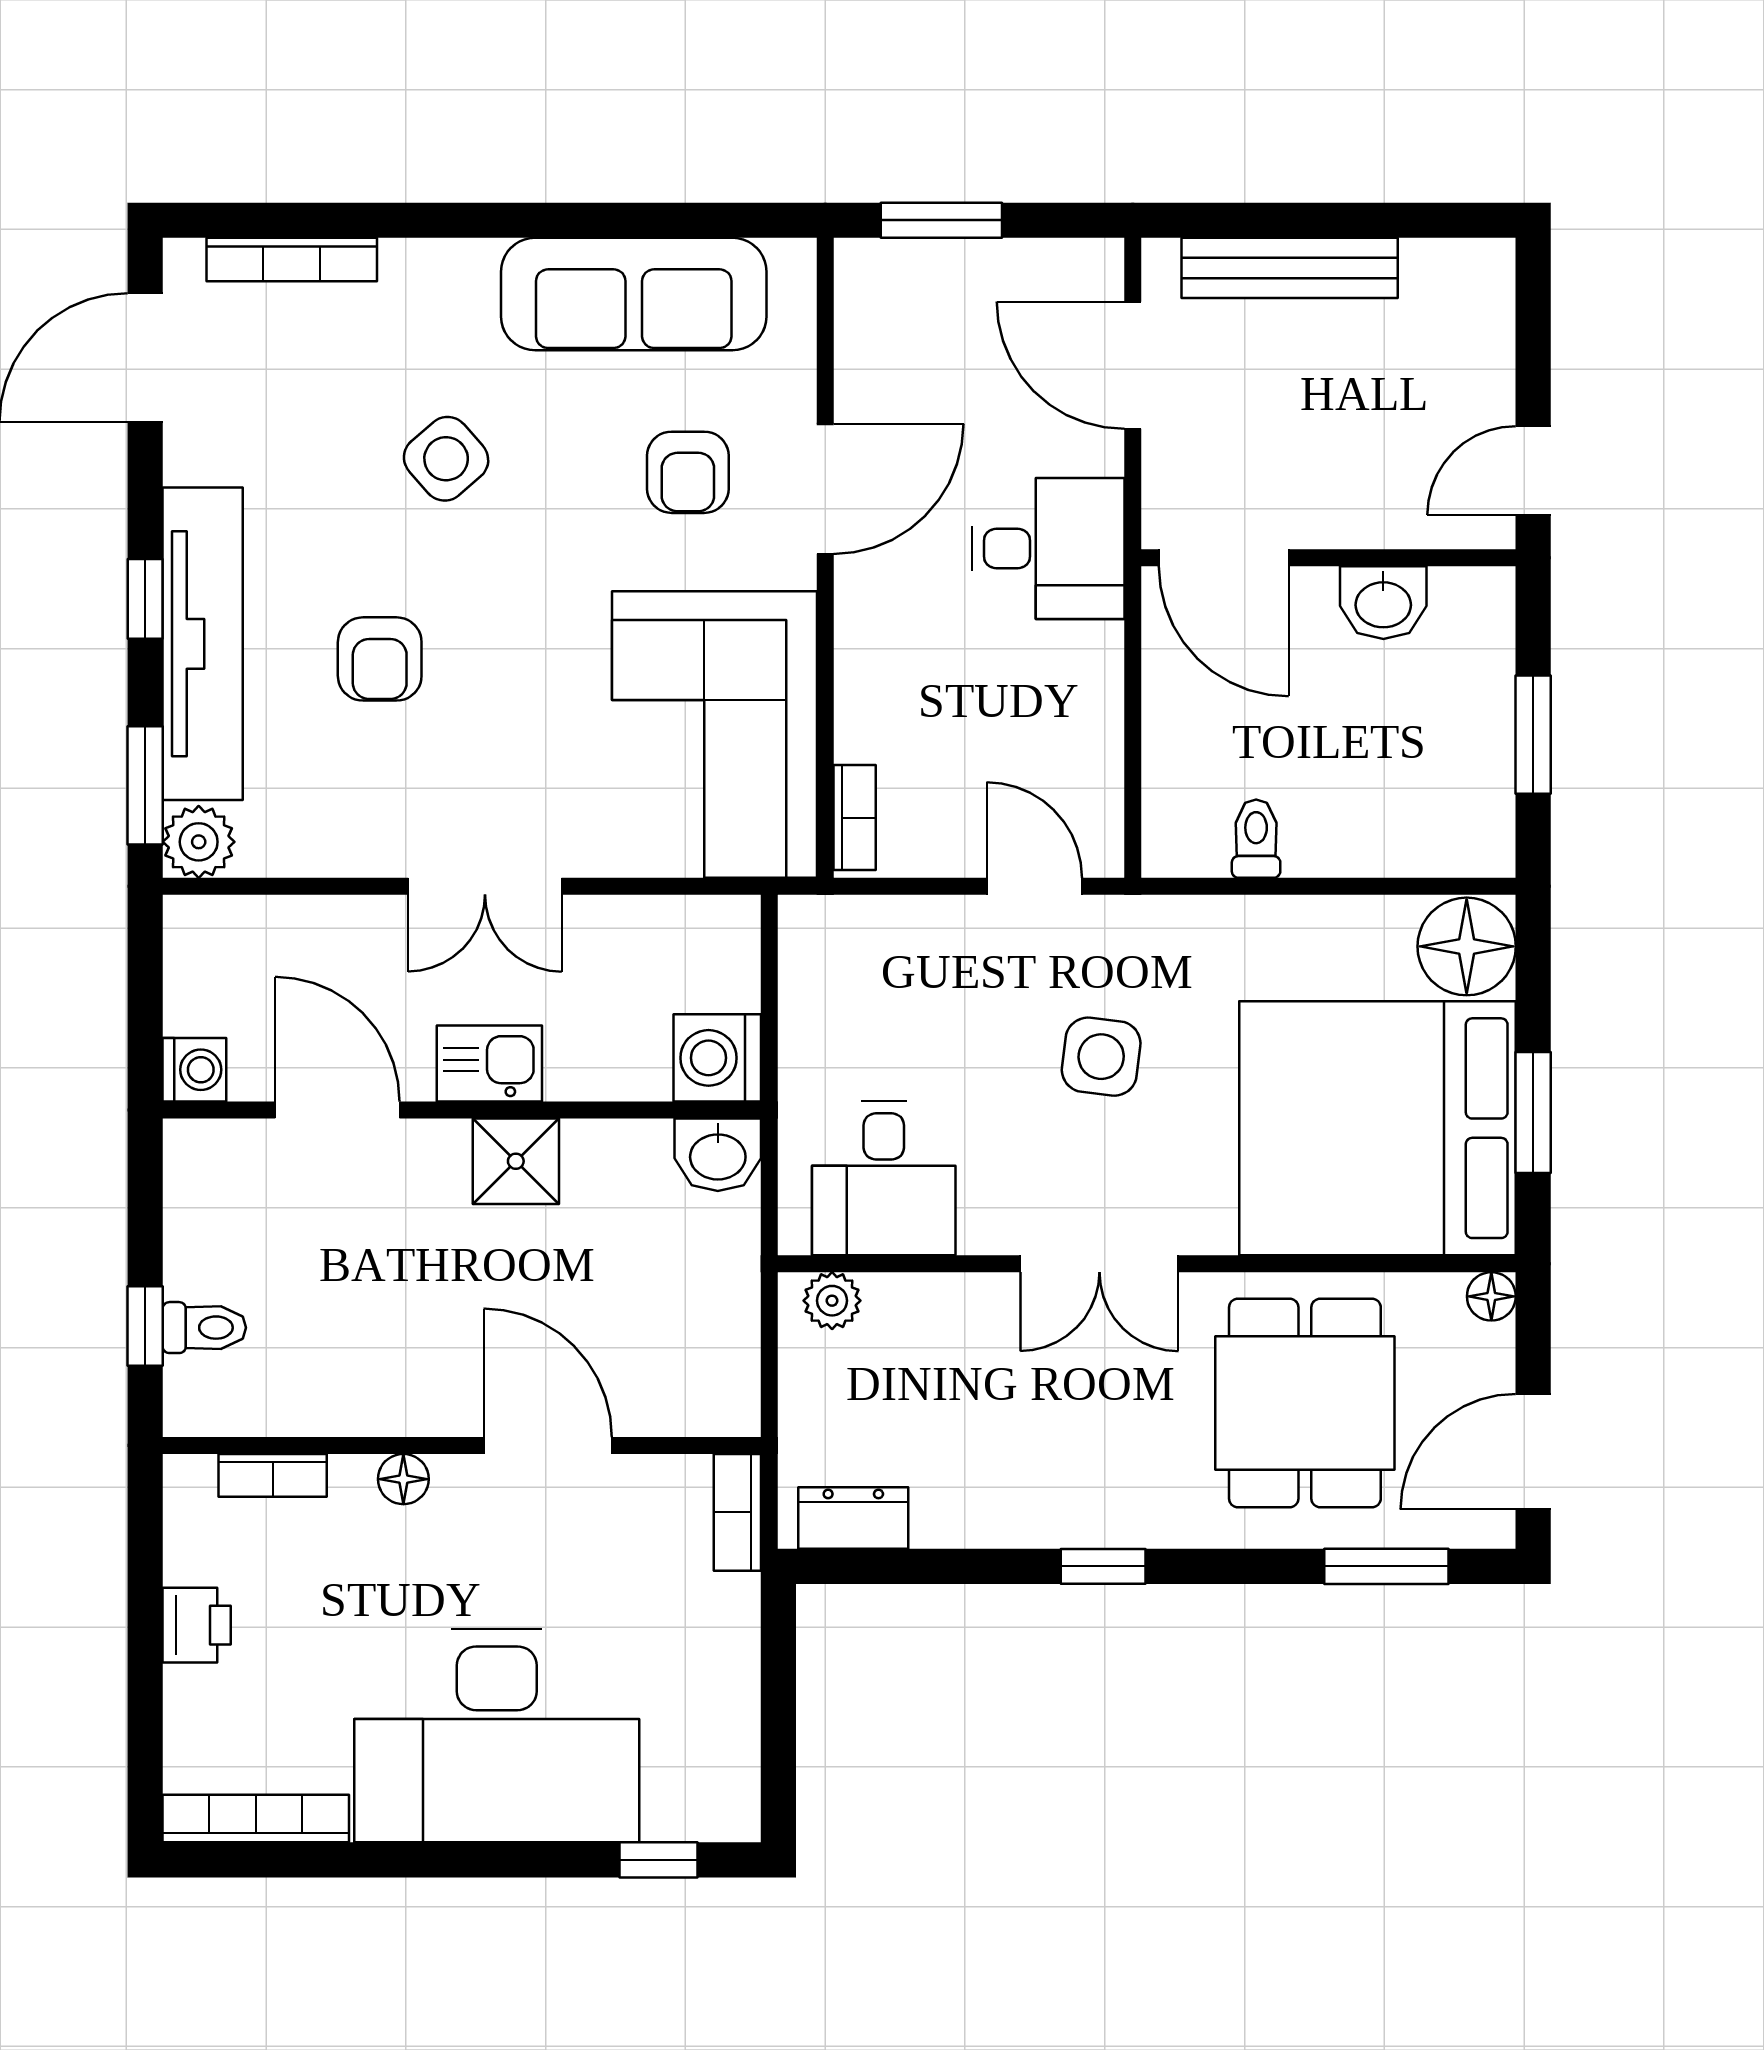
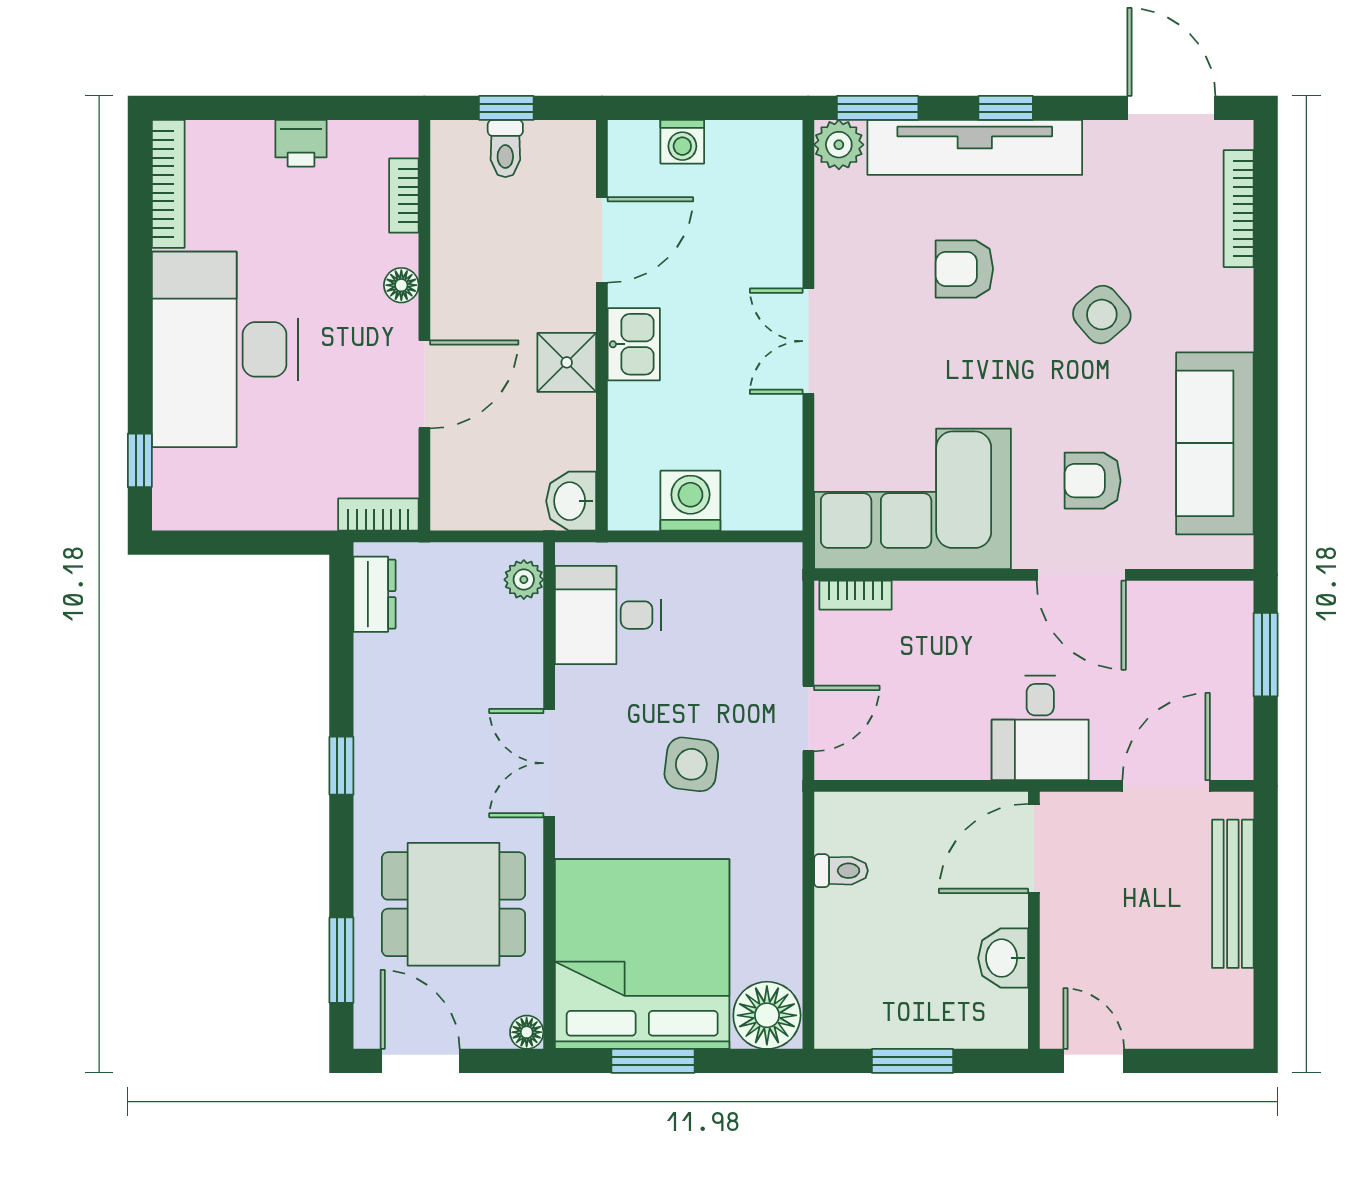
kitchen sink: (489, 1063) -> (634, 344), moved
door: (337, 1110) -> (602, 240), moved
wall: (462, 1110) -> (602, 325), moved
washbasin: (718, 1155) -> (571, 501), moved
shower: (516, 1161) -> (567, 362), moved

